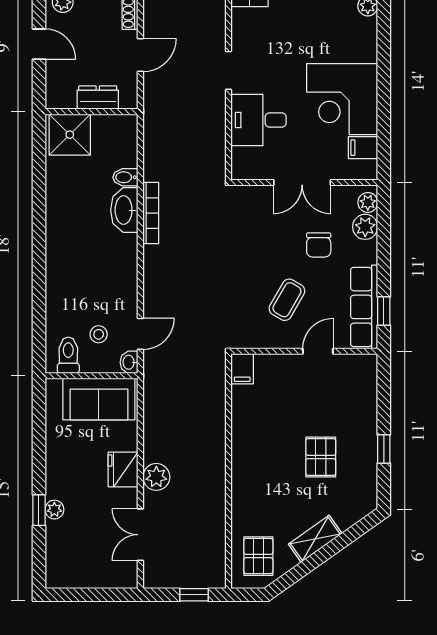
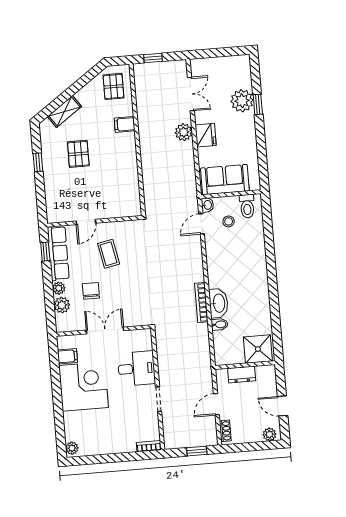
plant: (368, 202) -> (59, 288), moved
coffee table: (287, 300) -> (109, 254), turned -41
filing cabinet: (242, 369) -> (125, 124), moved, turned -90
plant: (54, 510) -> (242, 101), width x1.87, depth x1.87
shelving: (315, 539) -> (64, 112), moved

